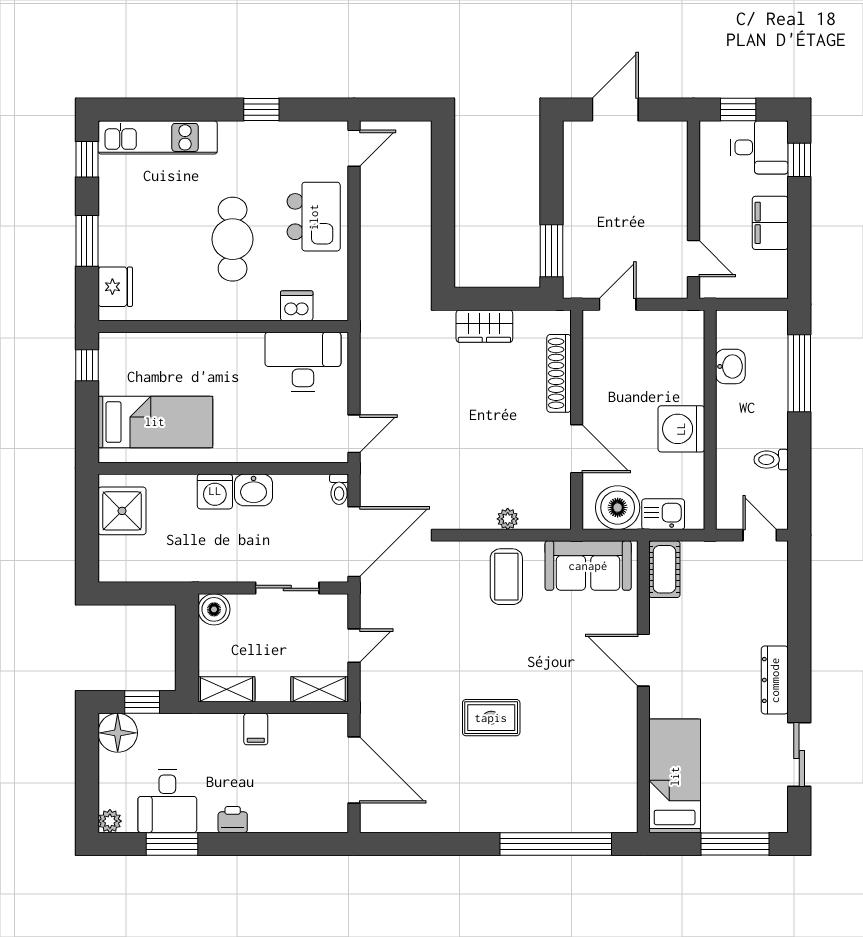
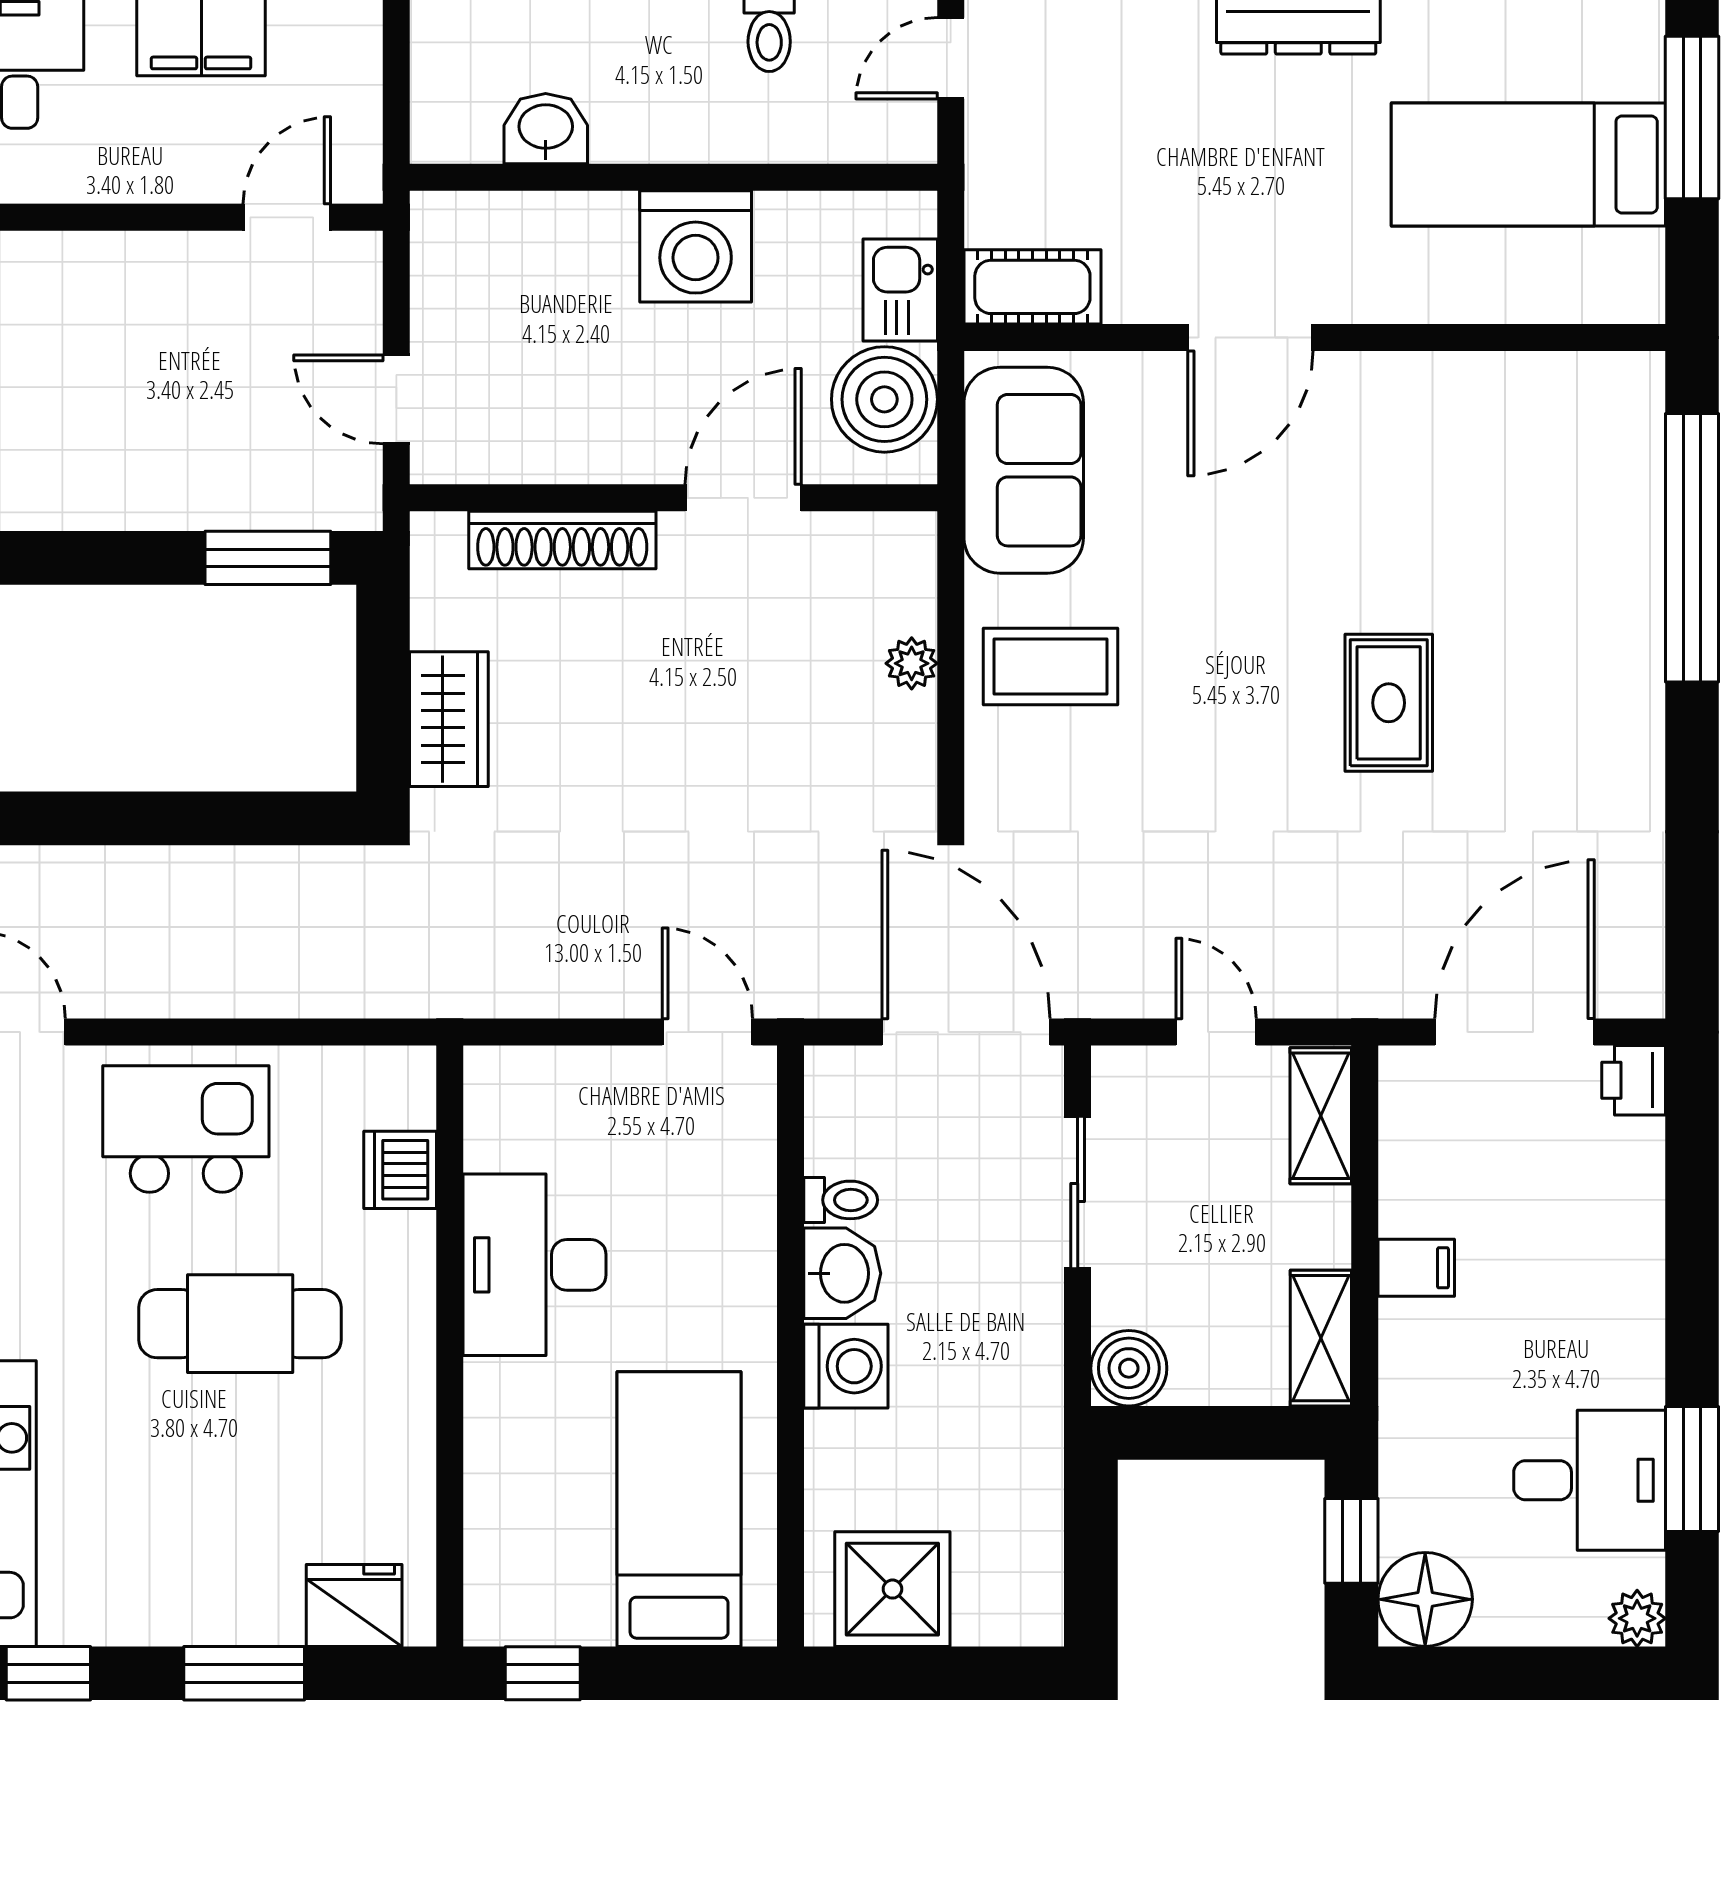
desk: (303, 362) -> (535, 1265), moved
toilet: (339, 489) -> (841, 1200), moved
bed: (675, 776) -> (1528, 164), moved
printer: (233, 820) -> (1634, 1080), moved

